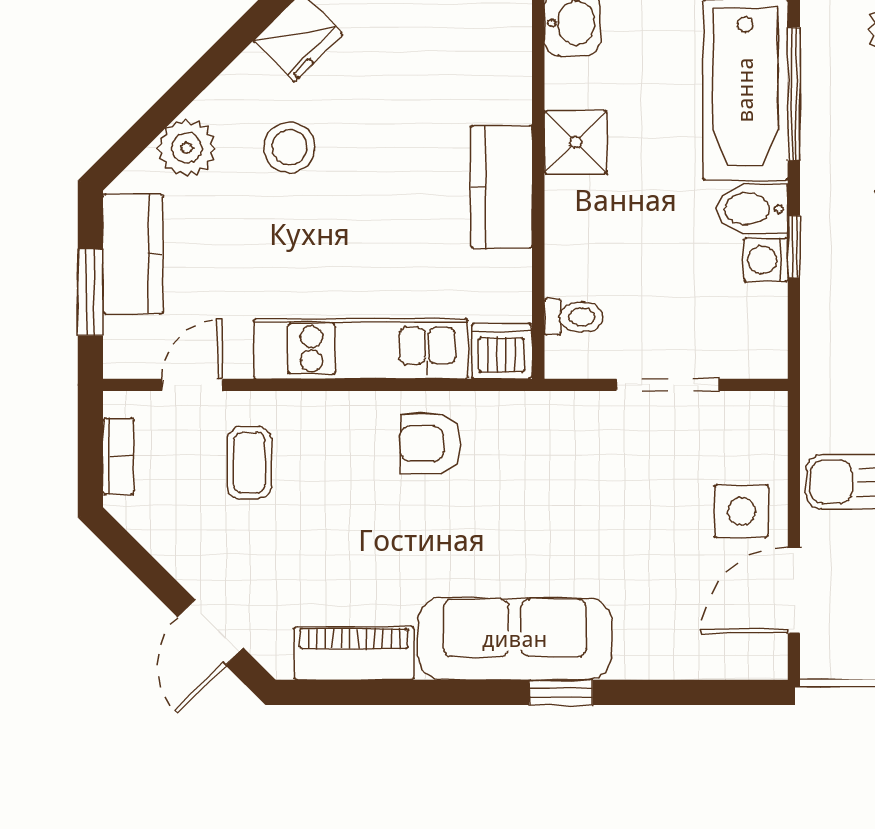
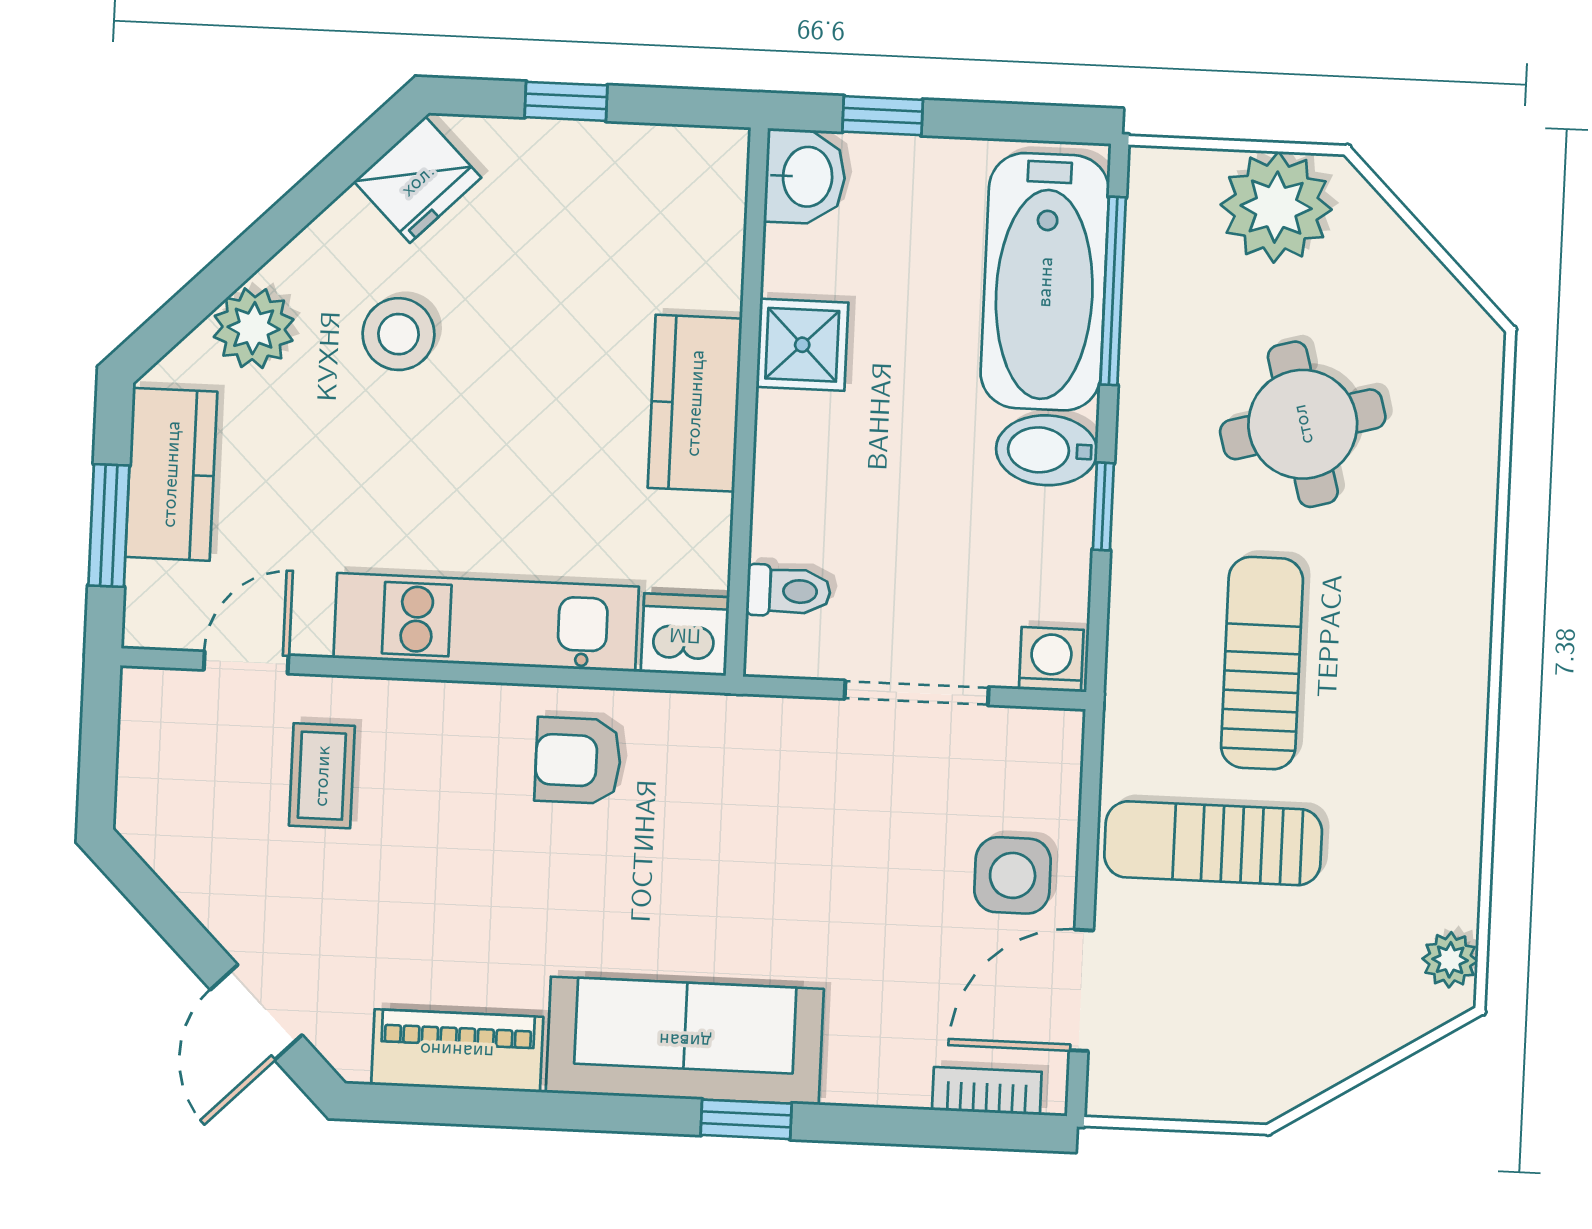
washing machine: (766, 260) -> (1051, 659), moved, turned 90
bookcase: (118, 456) -> (987, 1091), moved, turned -90

